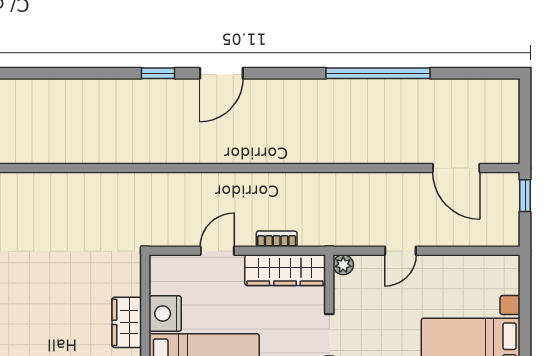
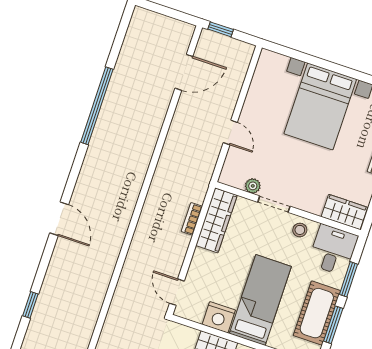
window: (158, 73) -> (30, 305), moved
door: (217, 251) -> (177, 292), moved
plant: (343, 265) -> (253, 186), moved

